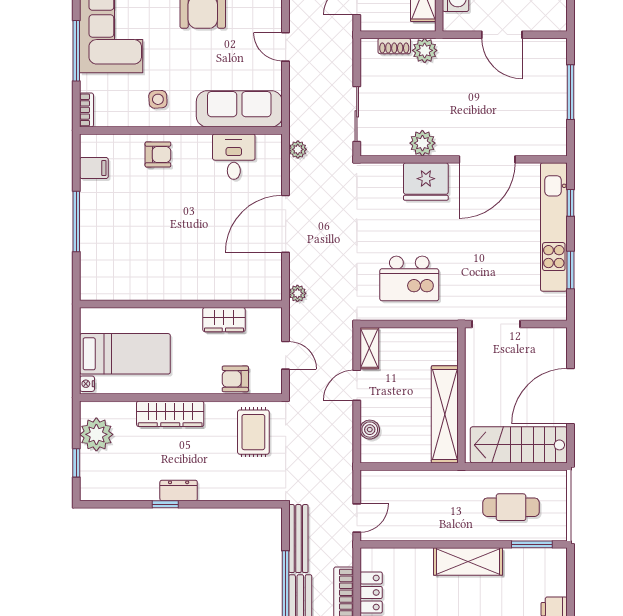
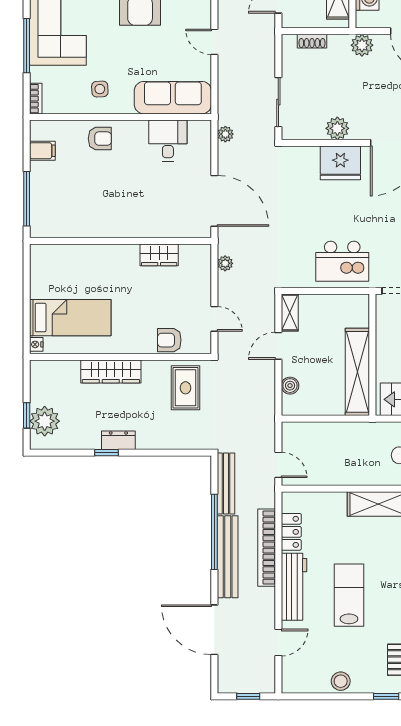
plant: (425, 50) -> (362, 45), moved
door: (286, 224) -> (214, 201), swing flipped
kitchen island: (409, 278) -> (342, 261), moved
wall: (181, 304) -> (120, 241), moved
wardrobe: (224, 320) -> (159, 255), moved
plant: (96, 434) -> (45, 421), moved
door: (357, 518) -> (278, 465), hinge flipped

